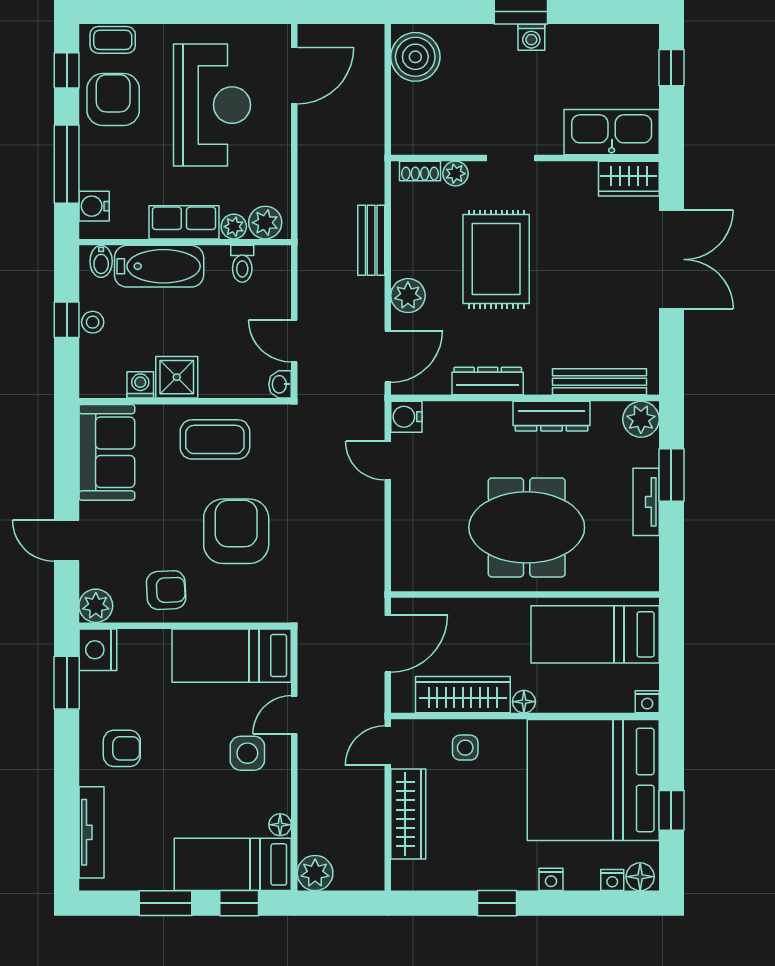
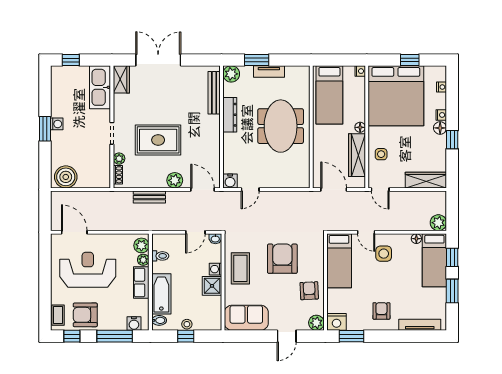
dresser: (488, 381) -> (214, 144), removed
washing machine: (140, 385) -> (216, 269), moved
armchair: (236, 531) -> (282, 259), turned 90
wardrobe: (408, 814) -> (426, 180), moved
floor lamp: (640, 877) -> (440, 128), moved

